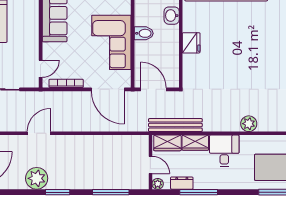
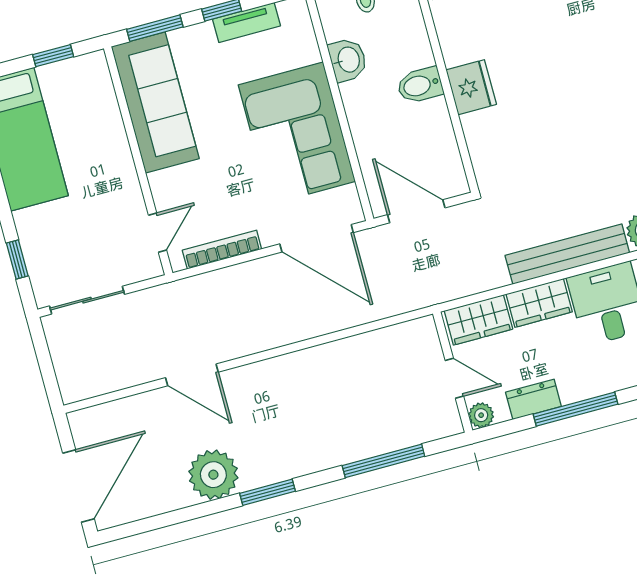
washbasin: (172, 16) -> (348, 60), moved, turned 180
bidet: (144, 33) -> (420, 85), moved, turned 180
bench: (175, 125) -> (567, 254), moved
door: (39, 133) -> (192, 375), swing flipped

